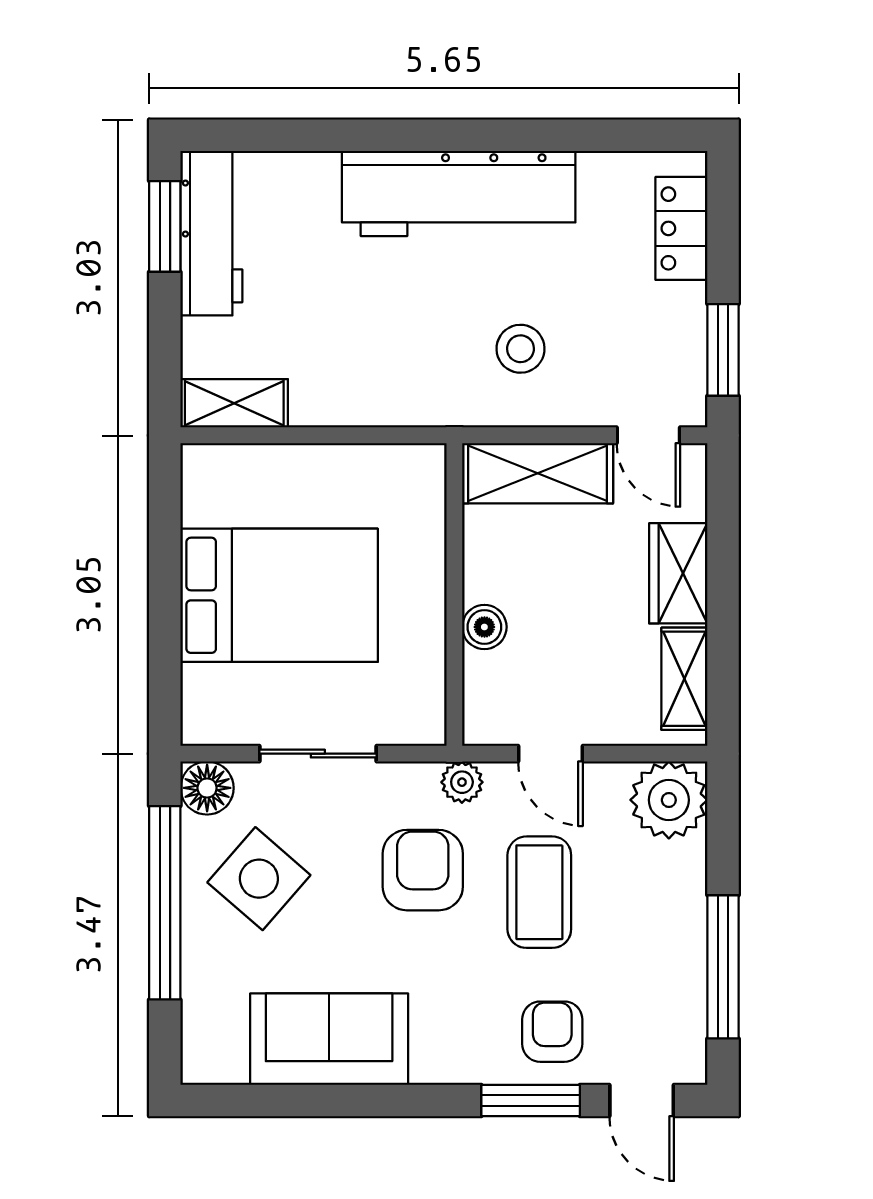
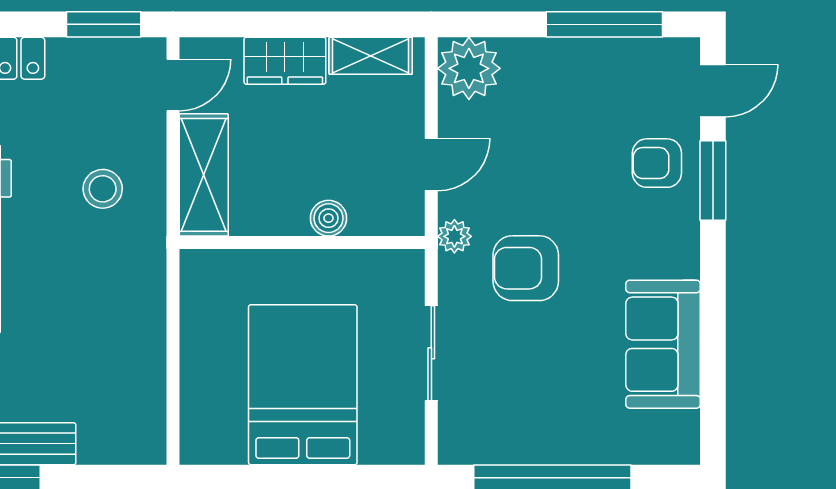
shelving: (234, 403) -> (147, 421), removed
floor lamp: (207, 788) -> (459, 443), removed
side table: (259, 879) -> (533, 401), removed
coffee table: (539, 892) -> (544, 174), removed

